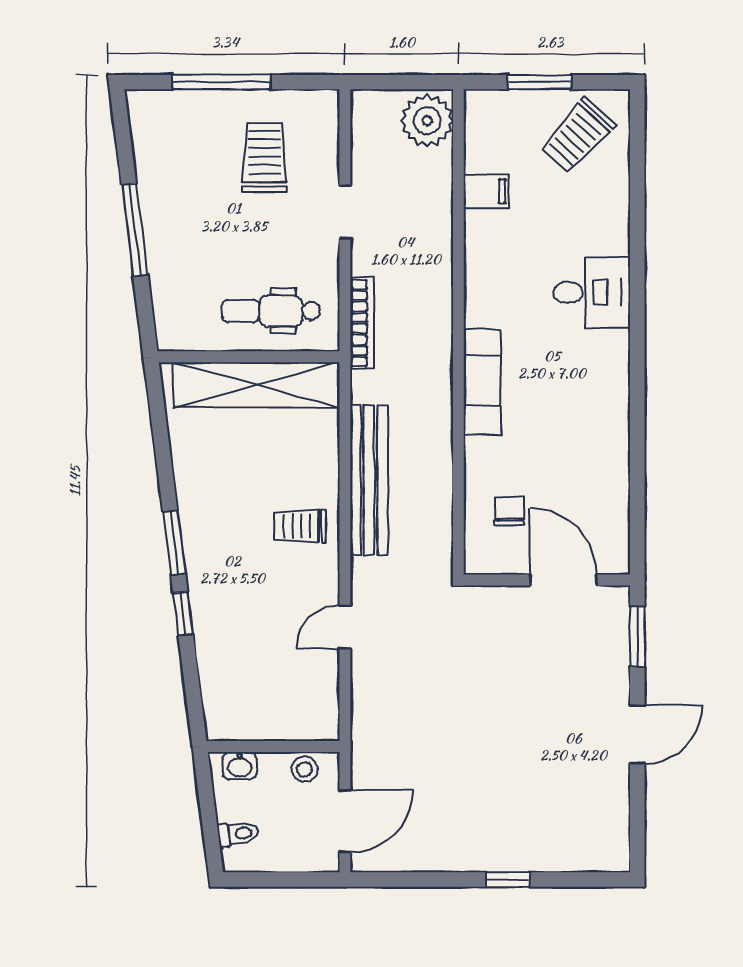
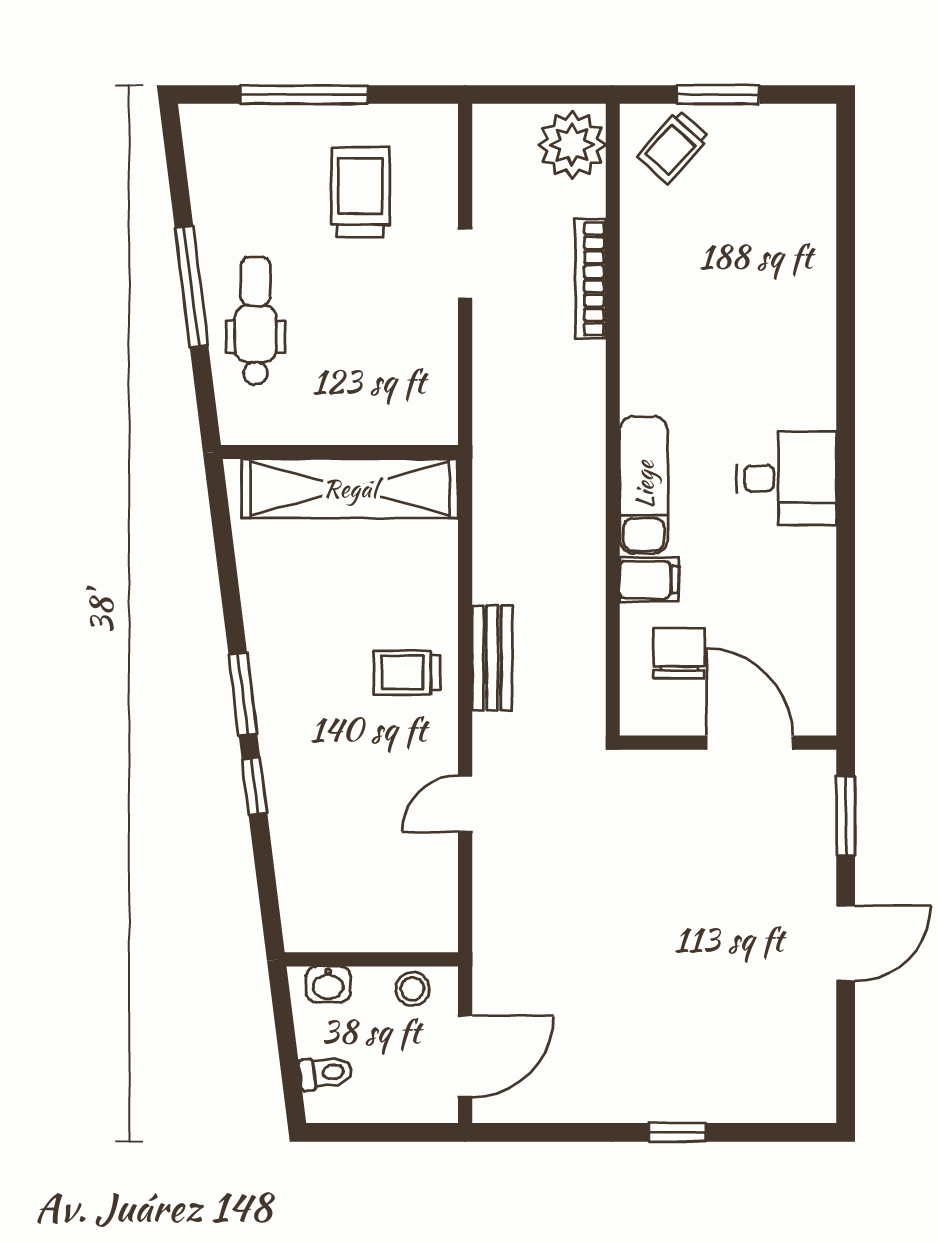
trolley: (578, 136) -> (673, 147), moved, width x0.73, depth x0.72
filing cabinet: (486, 191) -> (649, 580), moved
desk: (592, 292) -> (786, 478), moved
dental chair: (271, 311) -> (256, 321), moved, turned 90
bookcase: (362, 323) -> (591, 279), moved, turned 180
bench: (369, 480) -> (492, 658), width x0.54, depth x0.82
chair: (509, 511) -> (679, 653), width x1.37, depth x1.37

